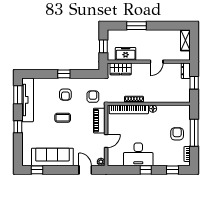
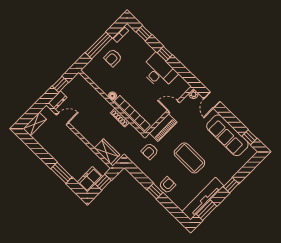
freezer: (126, 54) -> (90, 179), moved, turned 90
door: (157, 62) -> (62, 119), moved
armchair: (65, 95) -> (167, 185), moved
coffee table: (63, 118) -> (189, 158), width x1.86, depth x1.72

